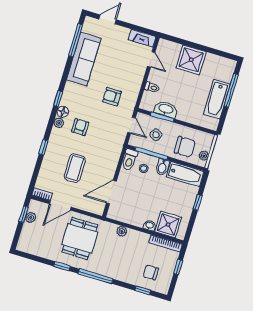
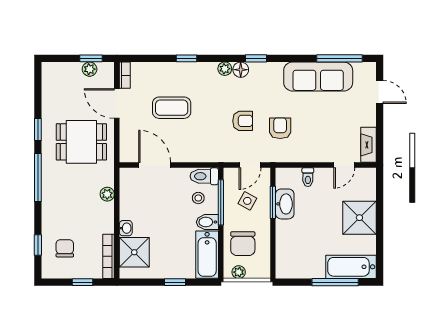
bathtub: (217, 99) -> (351, 267), moved
armchair: (80, 127) -> (243, 121), moved

